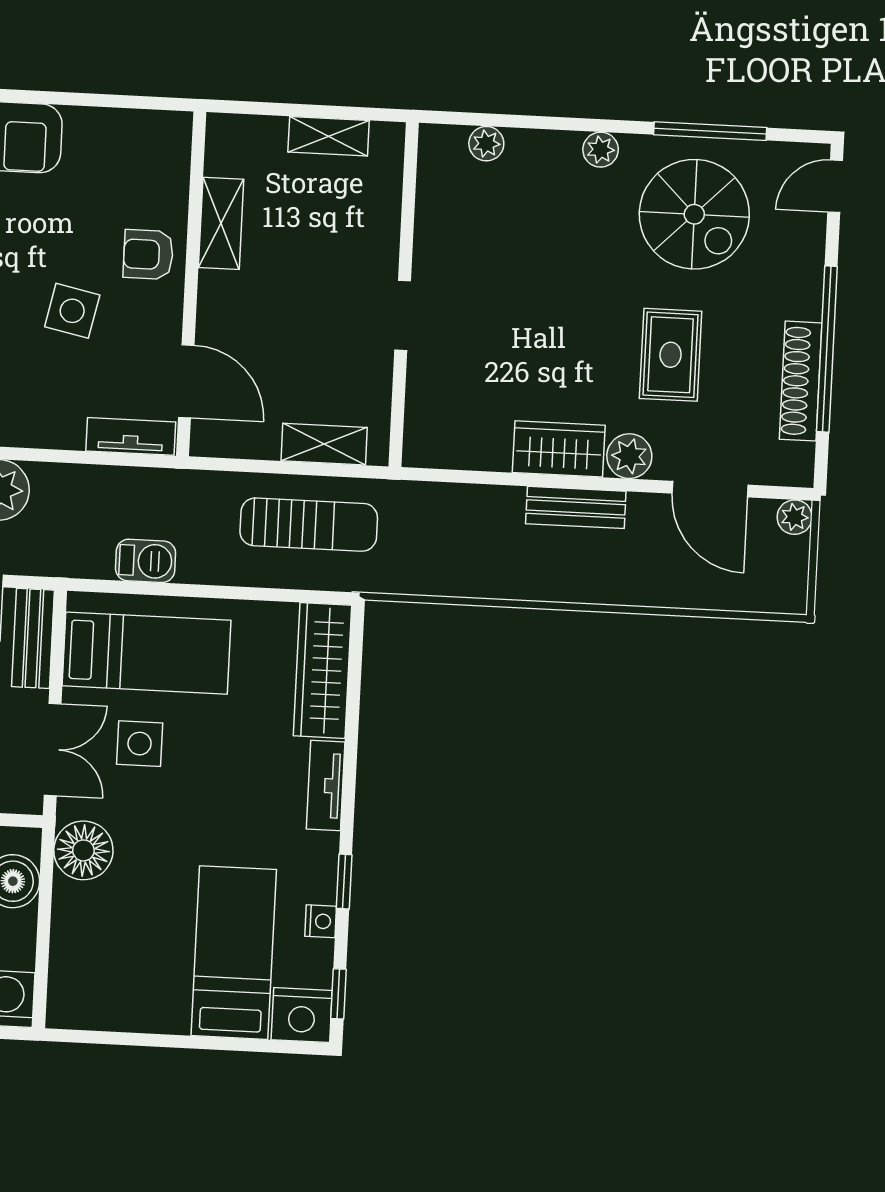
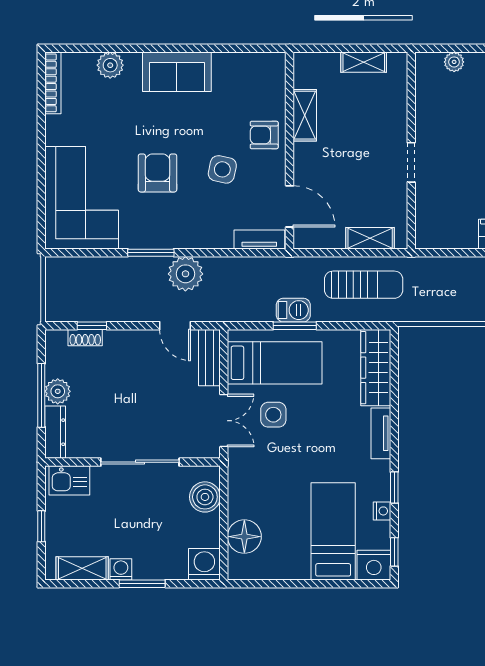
barbecue: (146, 561) -> (293, 310), moved
window: (185, 590) -> (295, 326), added
floor lamp: (83, 850) -> (244, 537), moved

